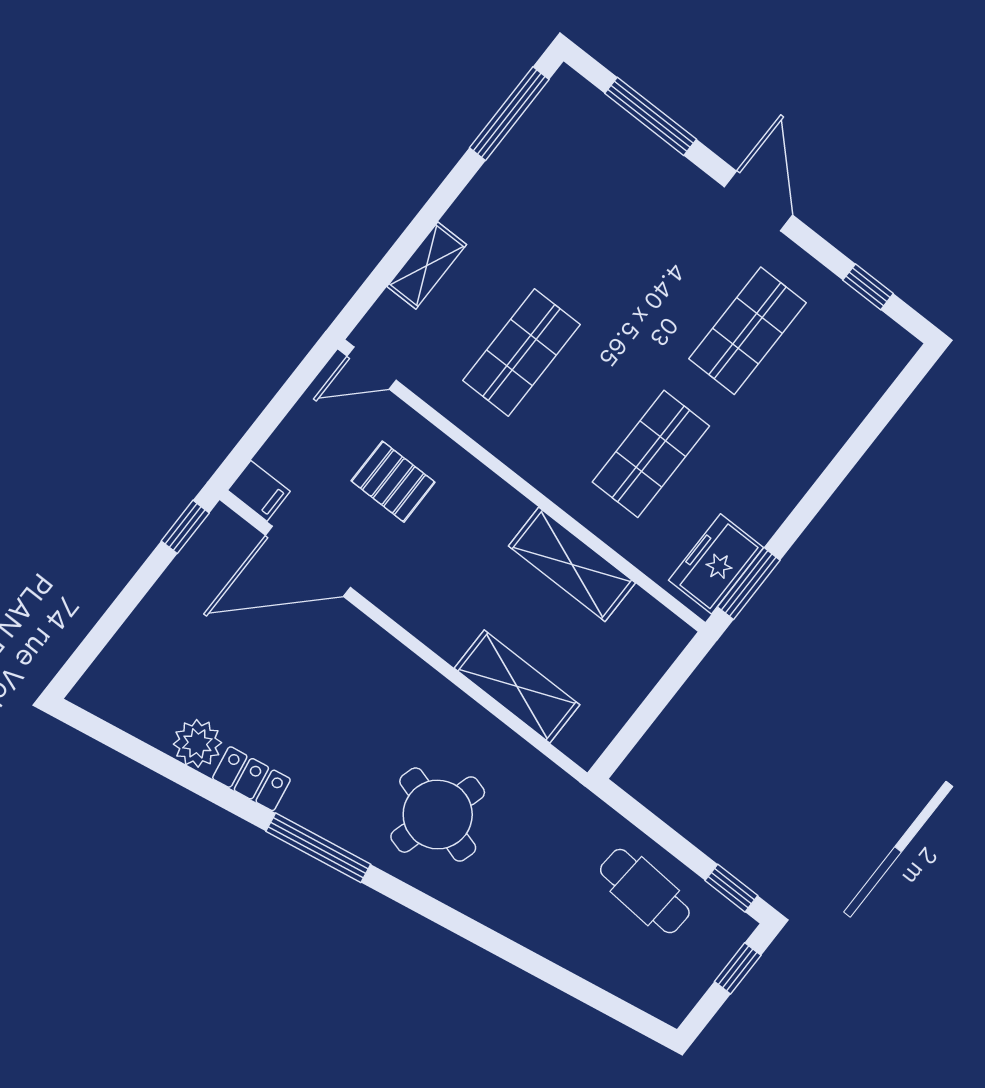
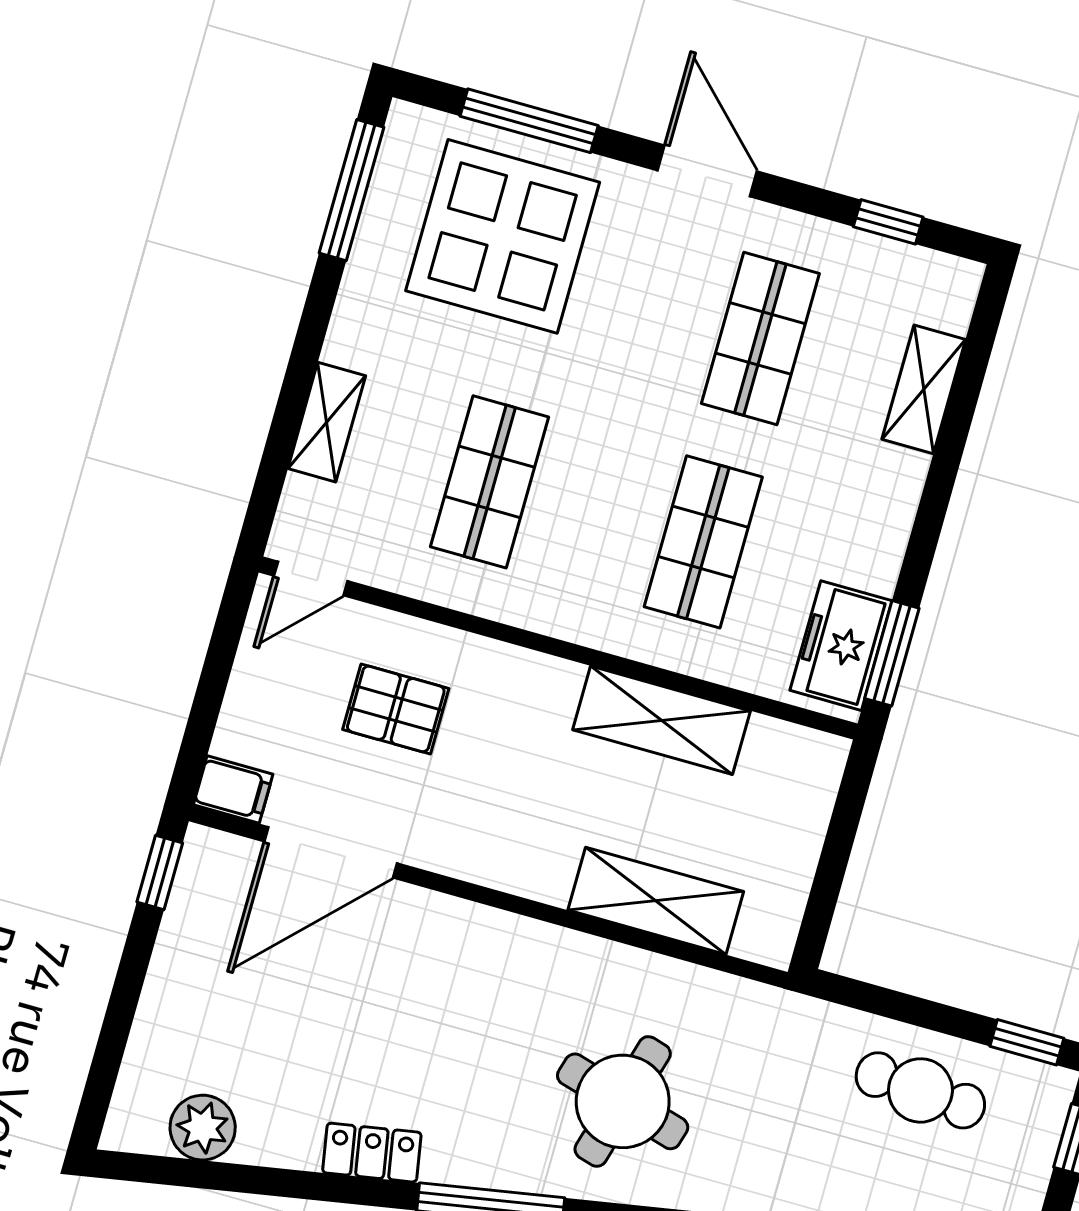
display table: (600, 188) -> (503, 236), added
shelving: (845, 412) -> (924, 389), added
plant: (197, 743) -> (203, 1128), moved

